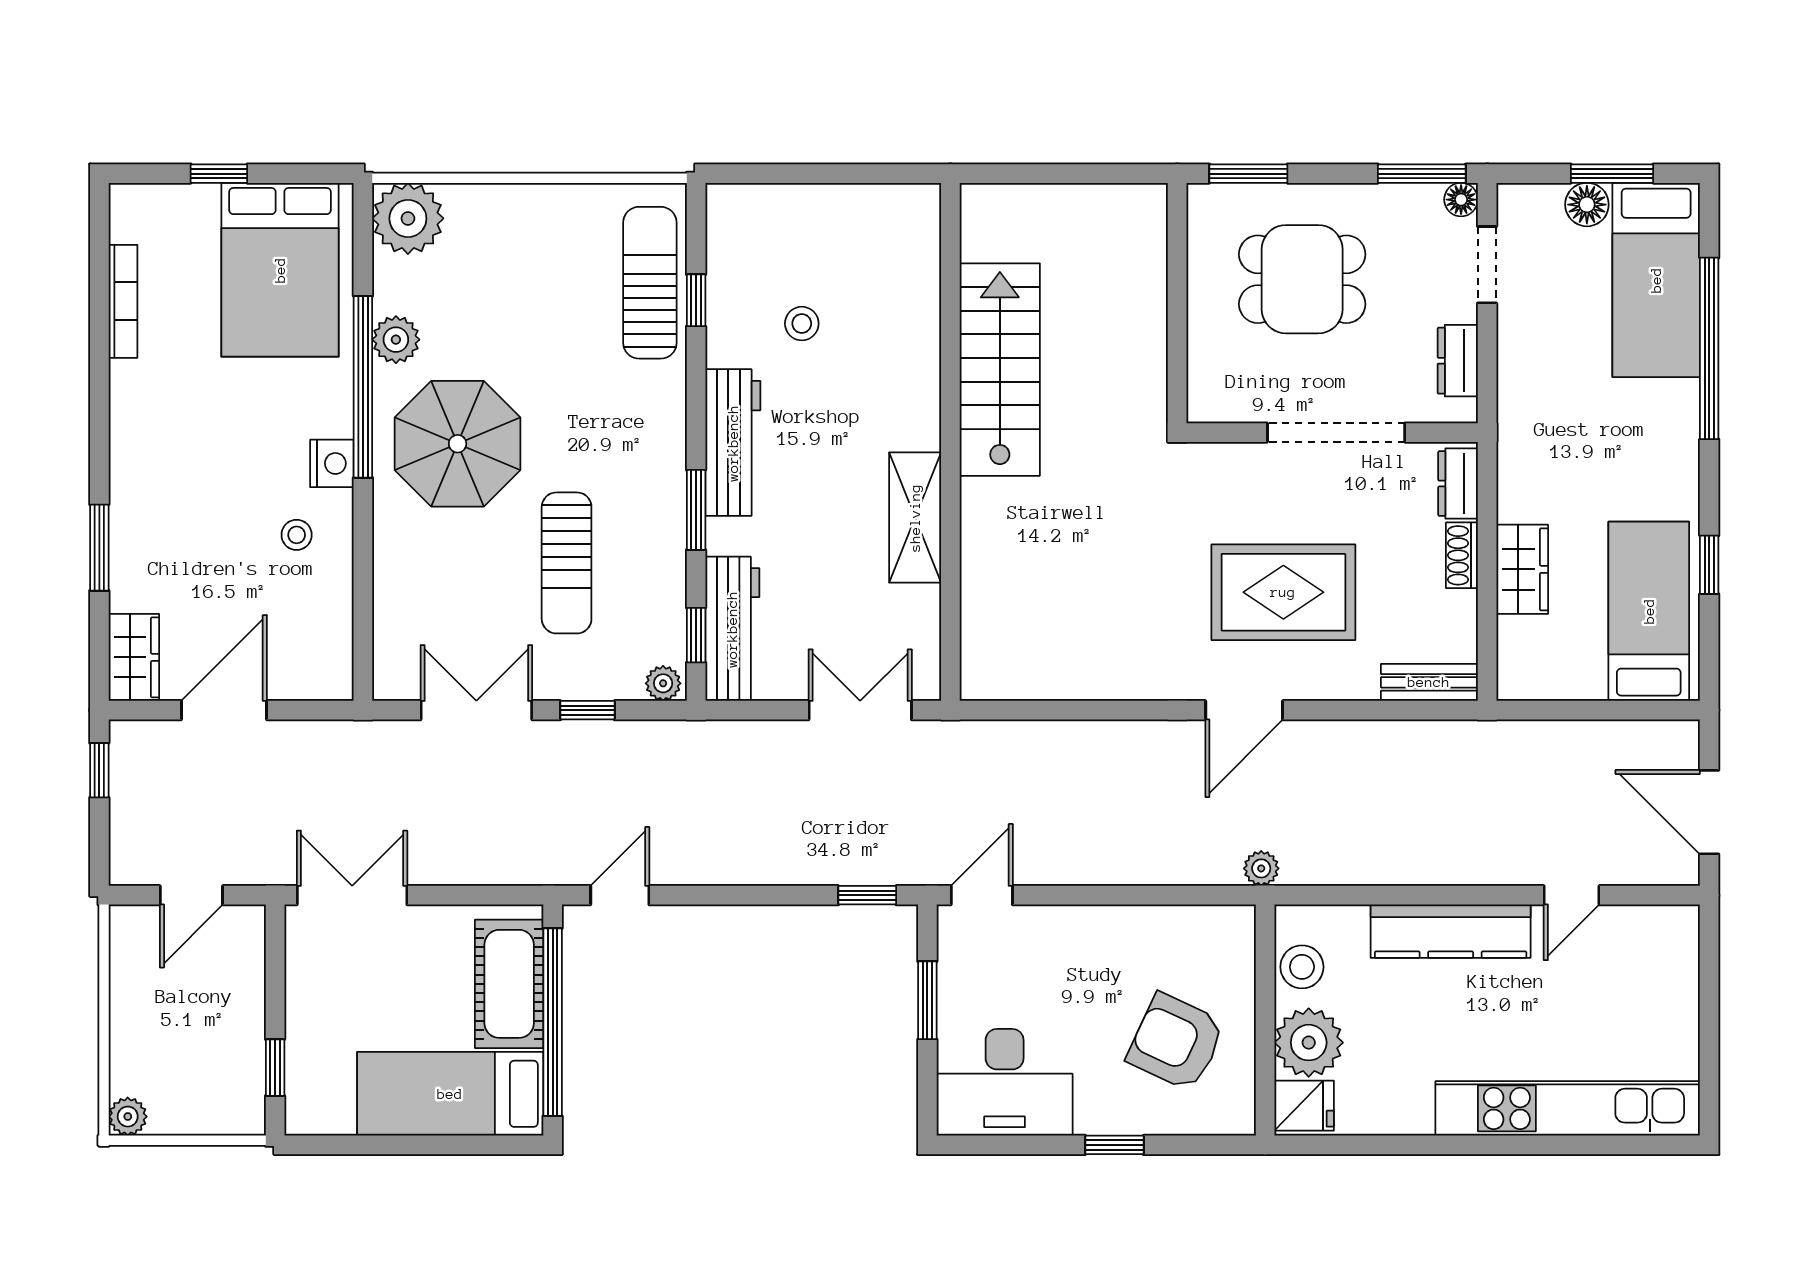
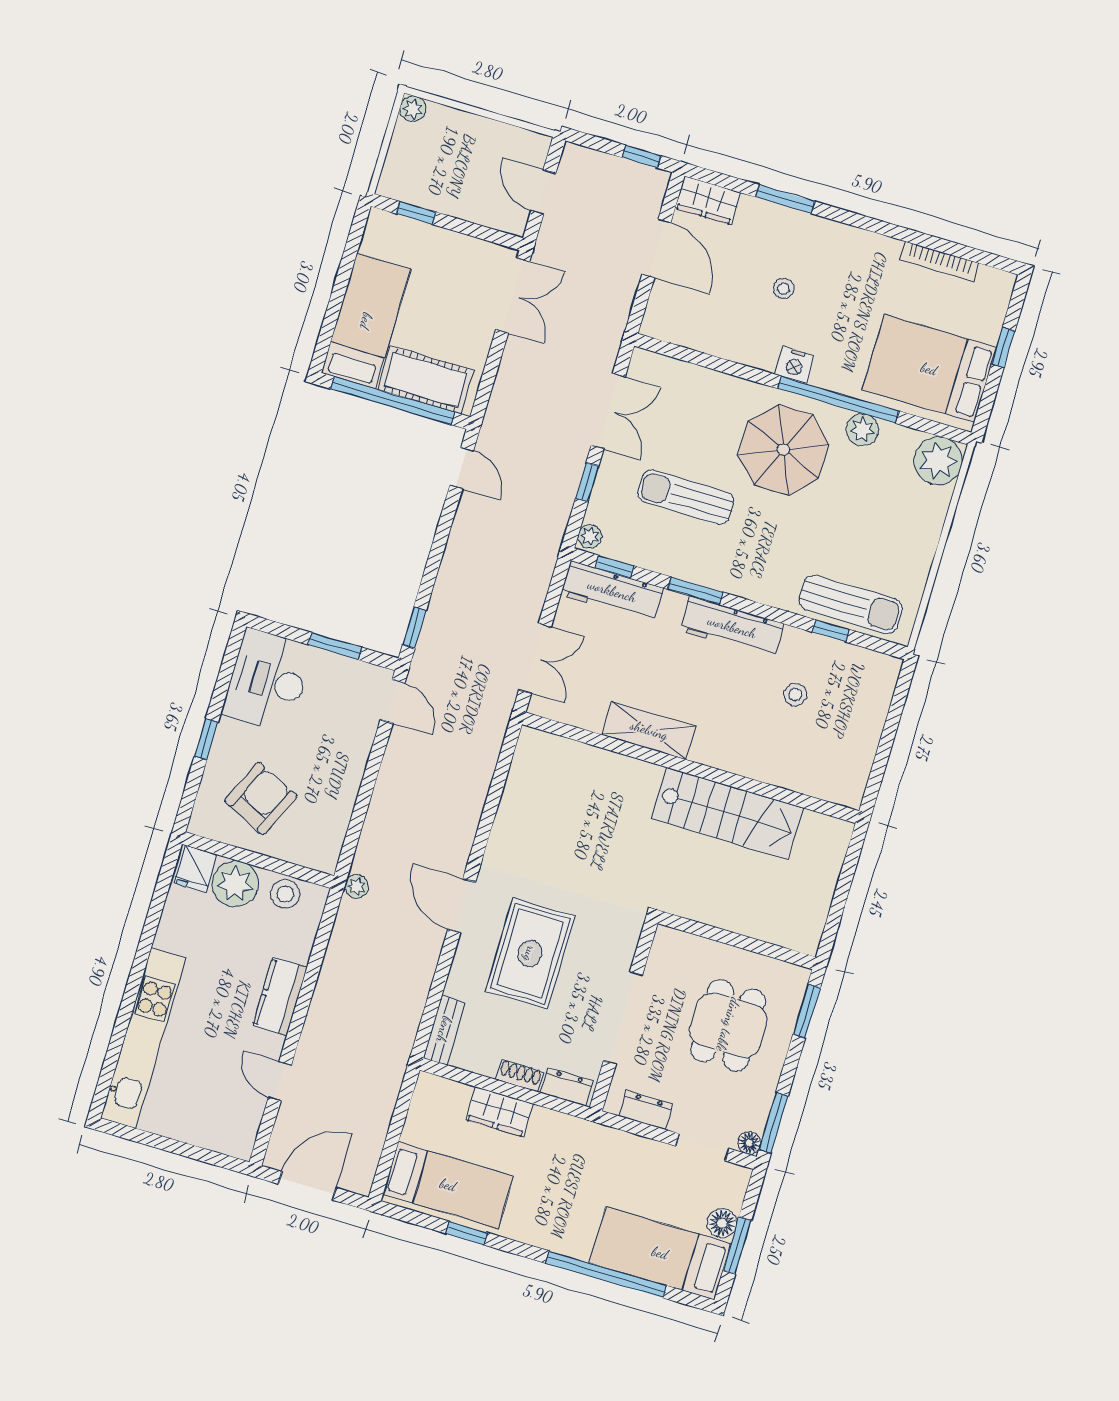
stool: (297, 535) -> (784, 288), moved
kitchen counter: (1451, 931) -> (280, 997), width x0.67

